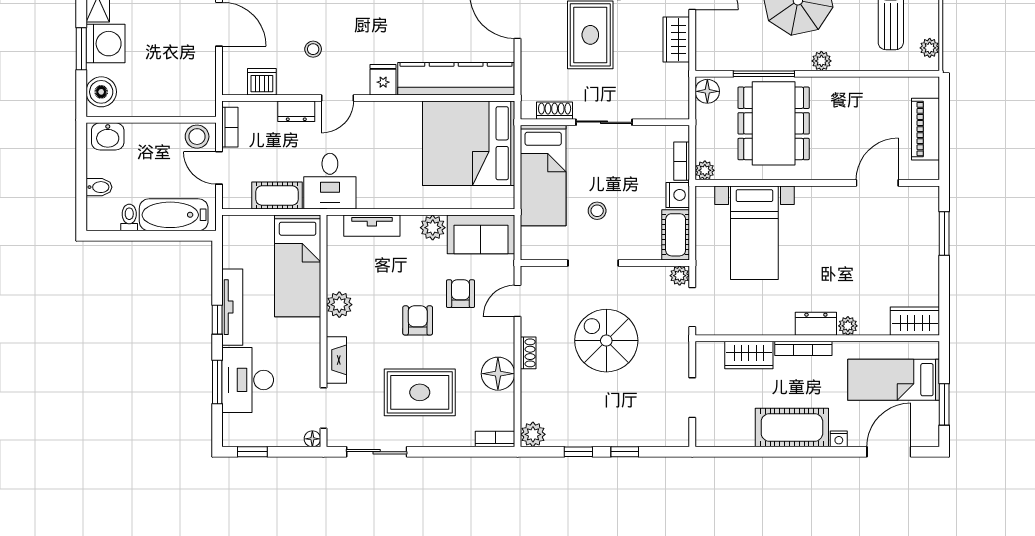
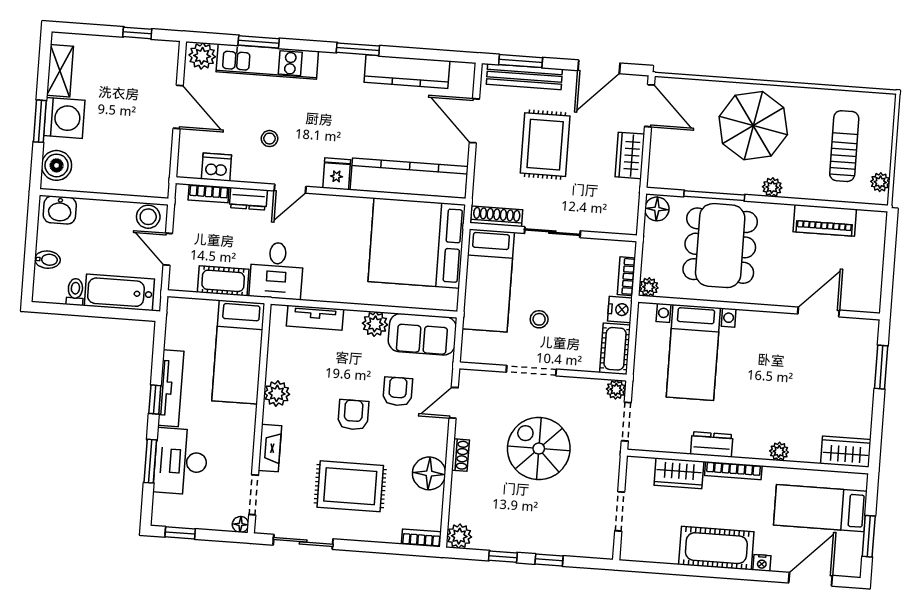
shoe rack: (555, 111) -> (497, 216), width x1.43
bookcase: (230, 127) -> (209, 194), moved, turned 90
piano: (925, 129) -> (825, 220), moved, turned -90
dresser: (816, 324) -> (712, 444), moved

